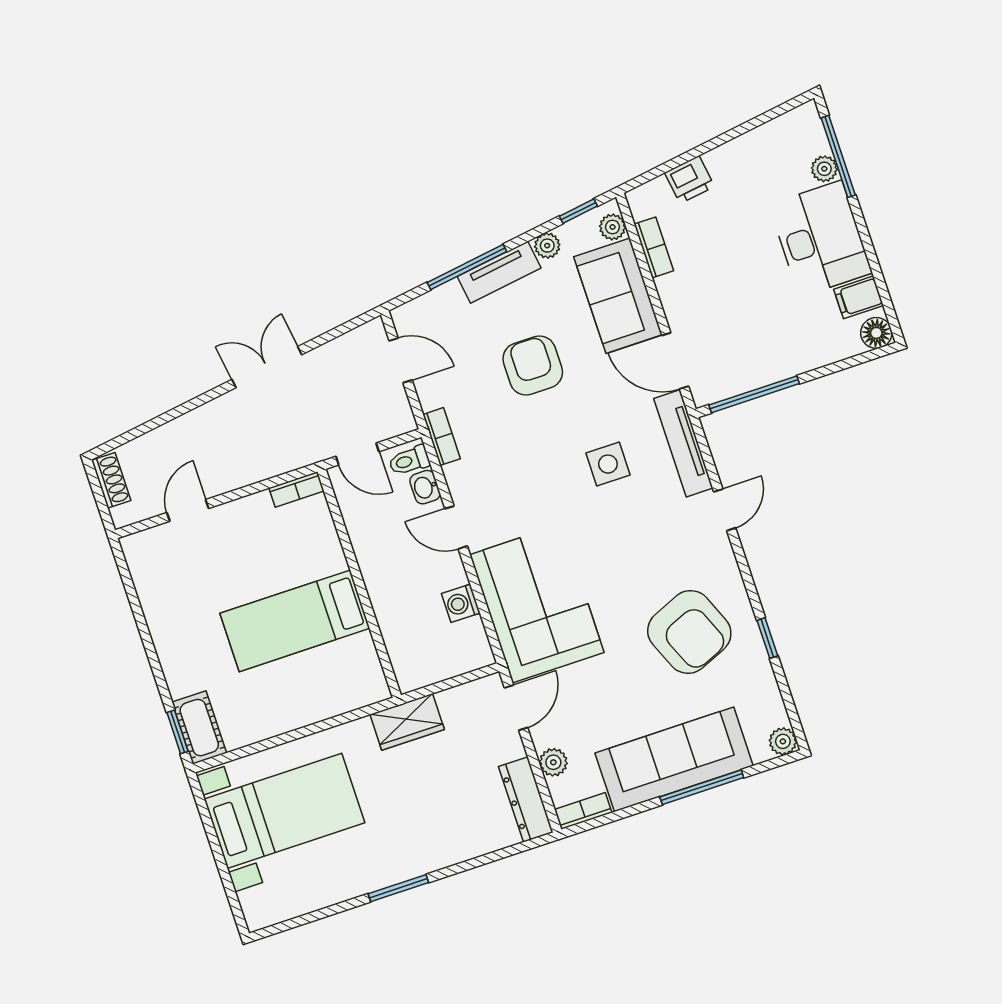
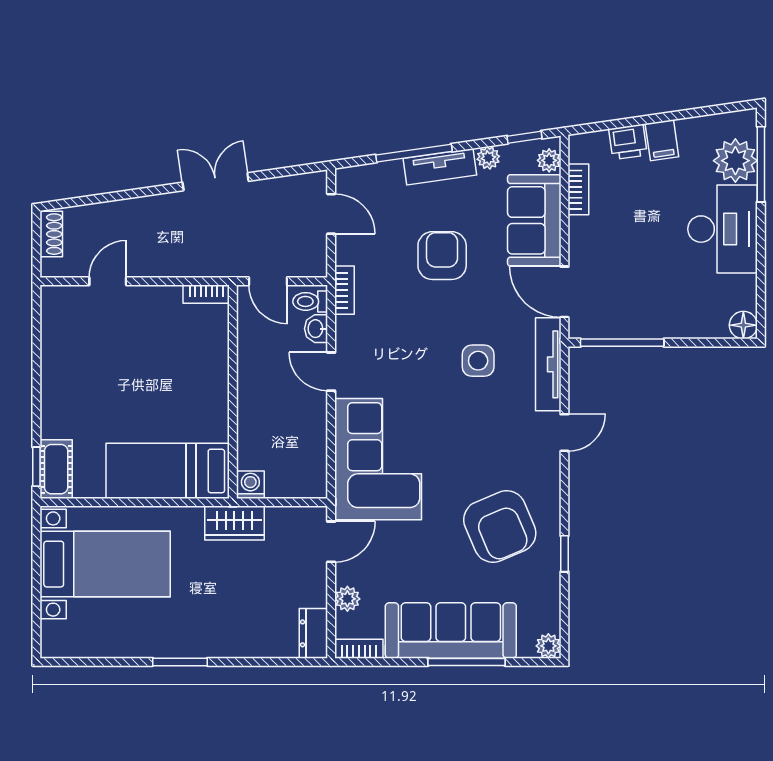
plant: (824, 169) -> (735, 161), width x1.88, depth x1.88
filing cabinet: (859, 297) -> (662, 140), moved, turned -98
washing machine: (461, 603) -> (250, 485), moved, turned 90
bed: (295, 621) -> (168, 471), moved
dresser: (526, 799) -> (313, 633), width x0.70

